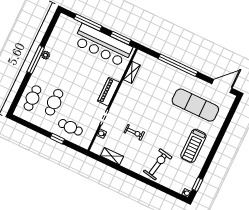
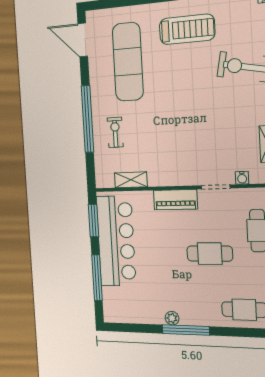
cafe table: (54, 102) -> (210, 254), moved
exercise bike: (134, 132) -> (115, 132), moved

